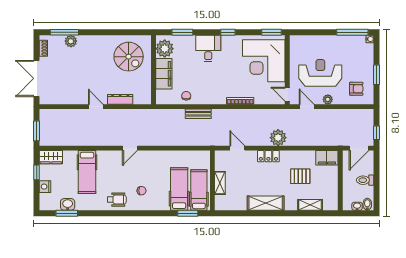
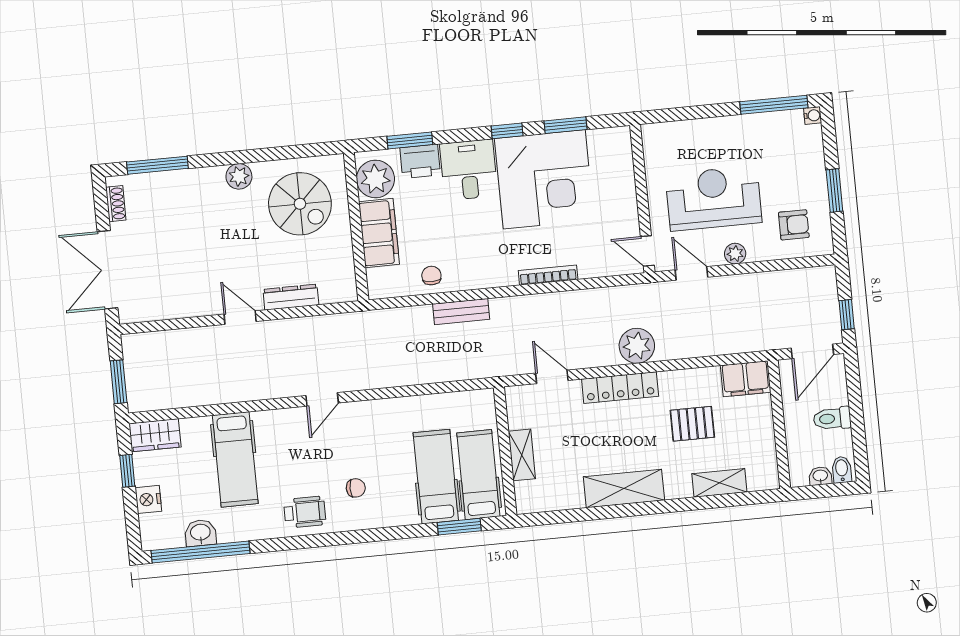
window: (271, 32) -> (566, 125), moved
plant: (71, 41) -> (239, 176), moved
printer: (186, 42) -> (420, 161), added
corner desk: (264, 61) -> (544, 179), moved, turned -90
locker: (268, 156) -> (620, 388), width x1.53
window: (67, 213) -> (200, 552), width x2.11

